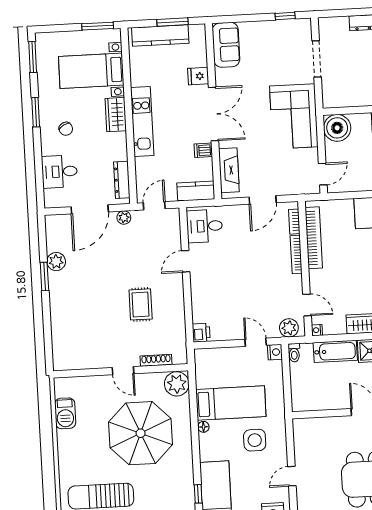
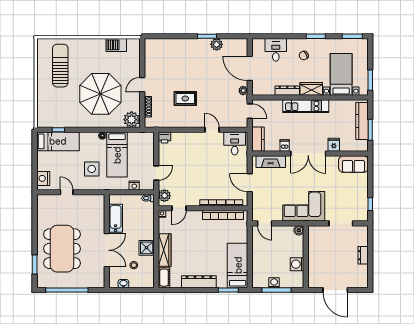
boiler: (337, 128) -> (299, 230), width x0.54, depth x0.54
dresser: (122, 180) -> (287, 91), moved
bathtub: (335, 351) -> (116, 218), moved, turned 180
nightstand: (275, 352) -> (134, 185), moved

